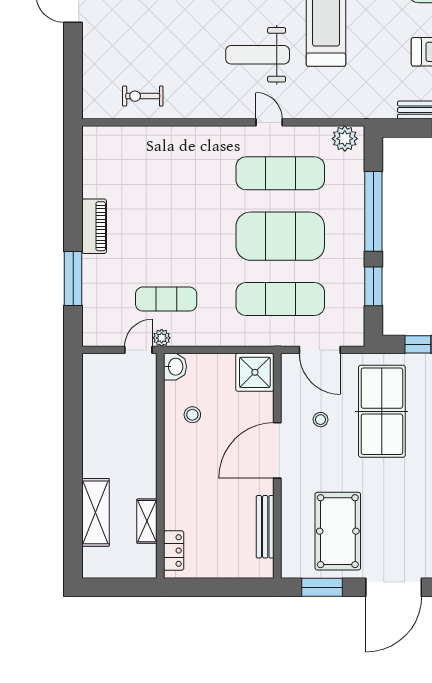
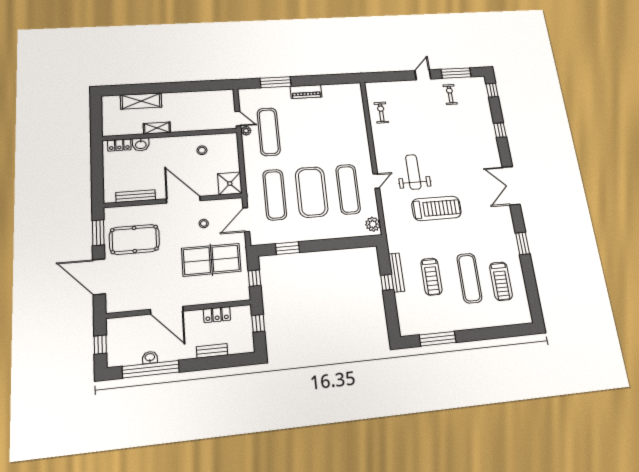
window: (373, 211) -> (332, 244), removed
exercise mat: (166, 299) -> (269, 132), width x1.36, depth x1.45
washbasin: (175, 367) -> (141, 144), moved
shelving: (147, 521) -> (157, 128), moved

